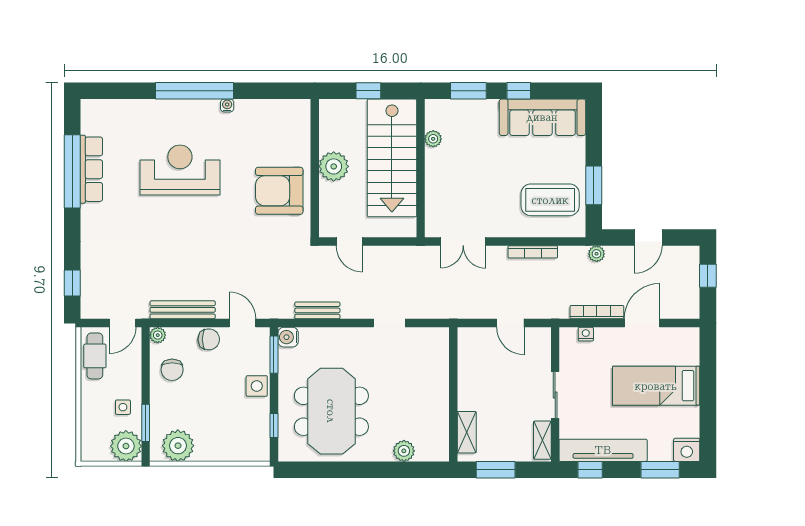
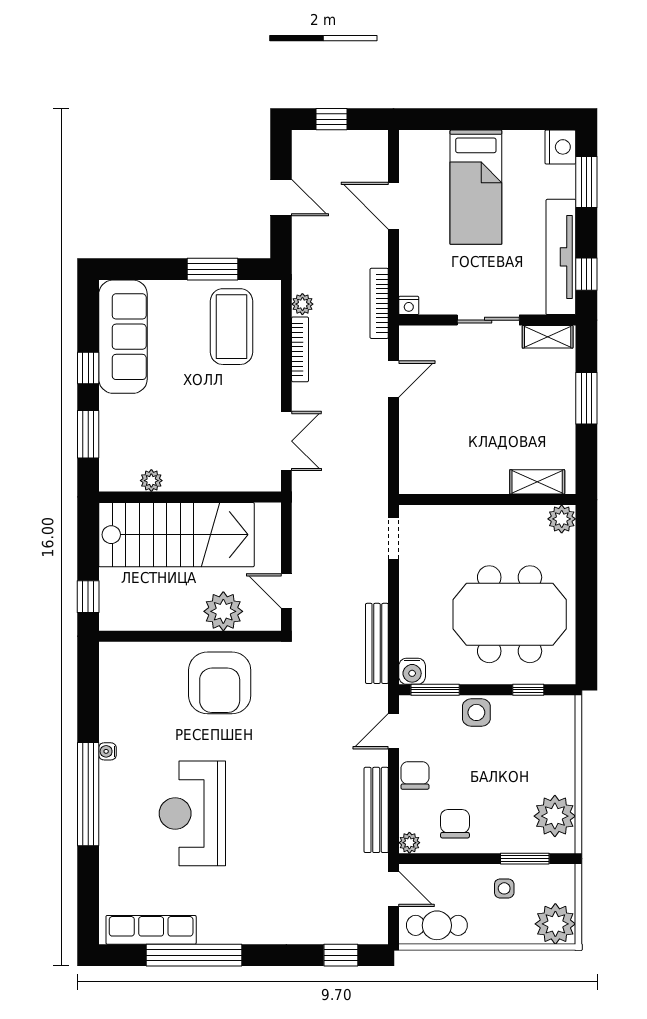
window: (368, 91) -> (88, 597), moved
plant: (334, 166) -> (223, 611), moved
row of seats: (91, 169) -> (151, 930), moved
door: (349, 242) -> (286, 591), swing flipped
plant: (597, 254) -> (302, 304), moved
bench: (317, 310) -> (377, 643), width x1.36
bookcase: (597, 312) -> (379, 303), moved
nightstand: (586, 334) -> (409, 305), moved, turned -90
chair: (172, 370) -> (455, 824), turned -90
wall: (453, 394) -> (487, 500), moved
shelving: (467, 432) -> (537, 482), moved
plant: (126, 446) -> (555, 924), moved

